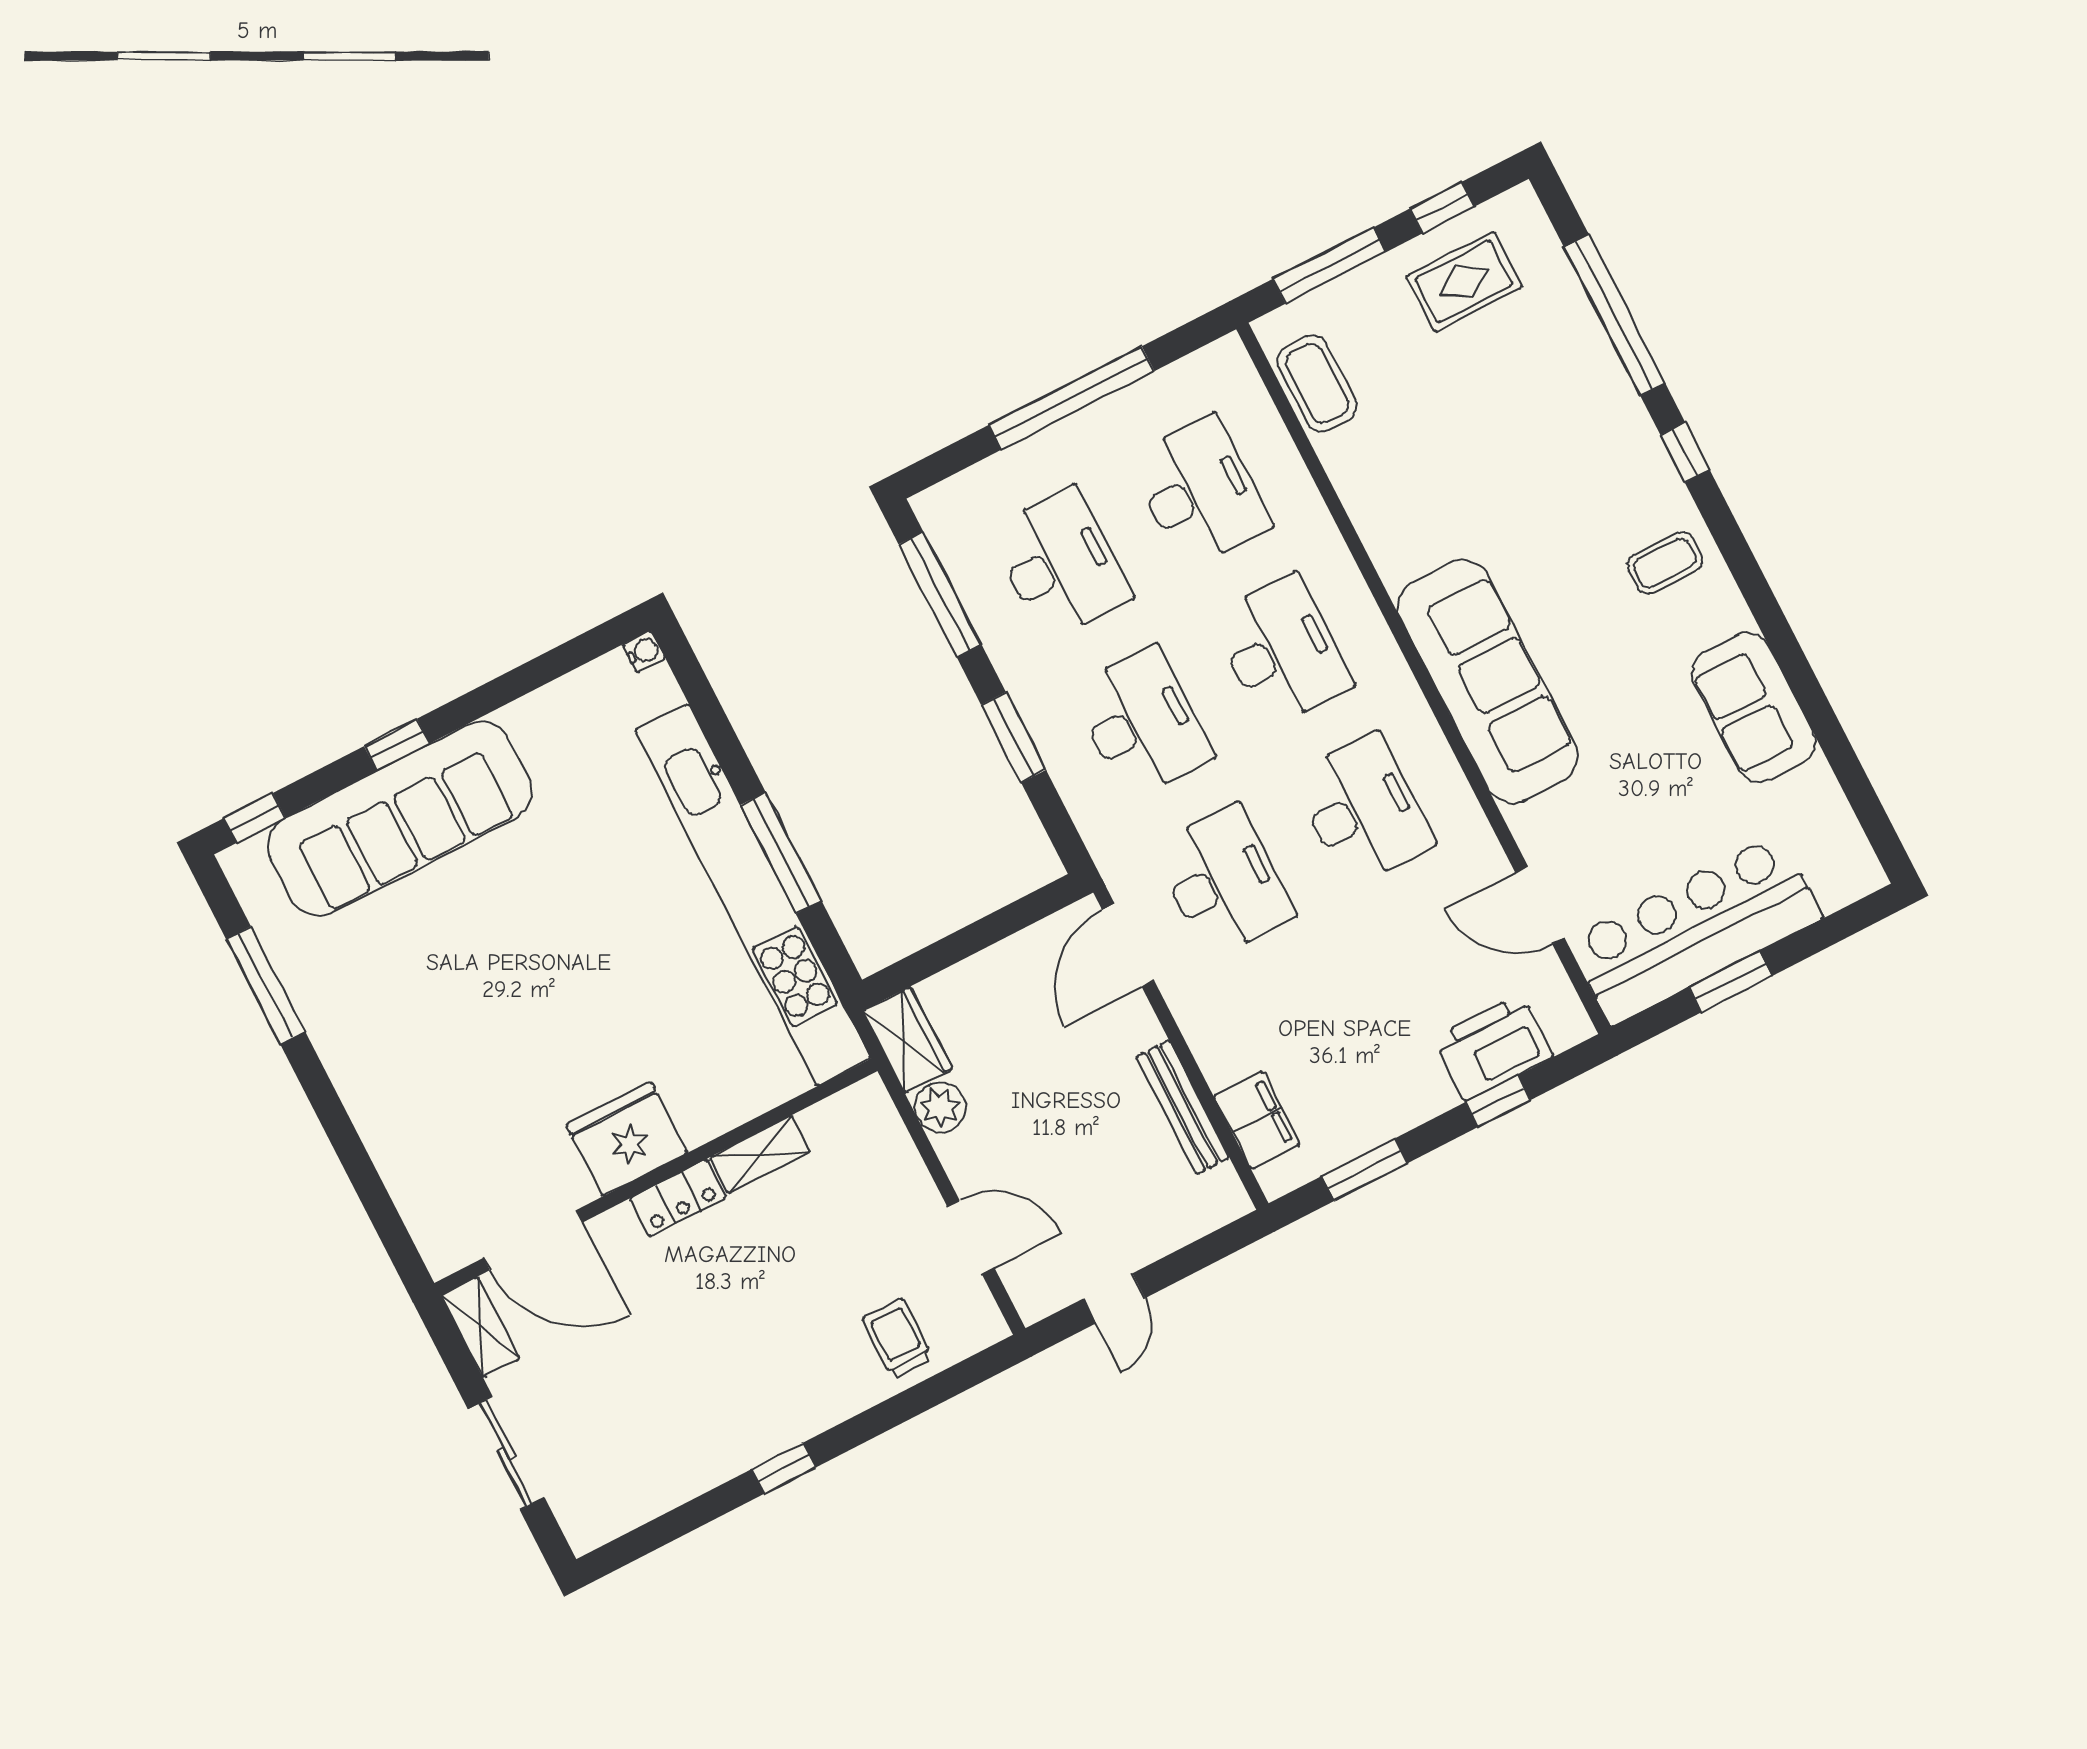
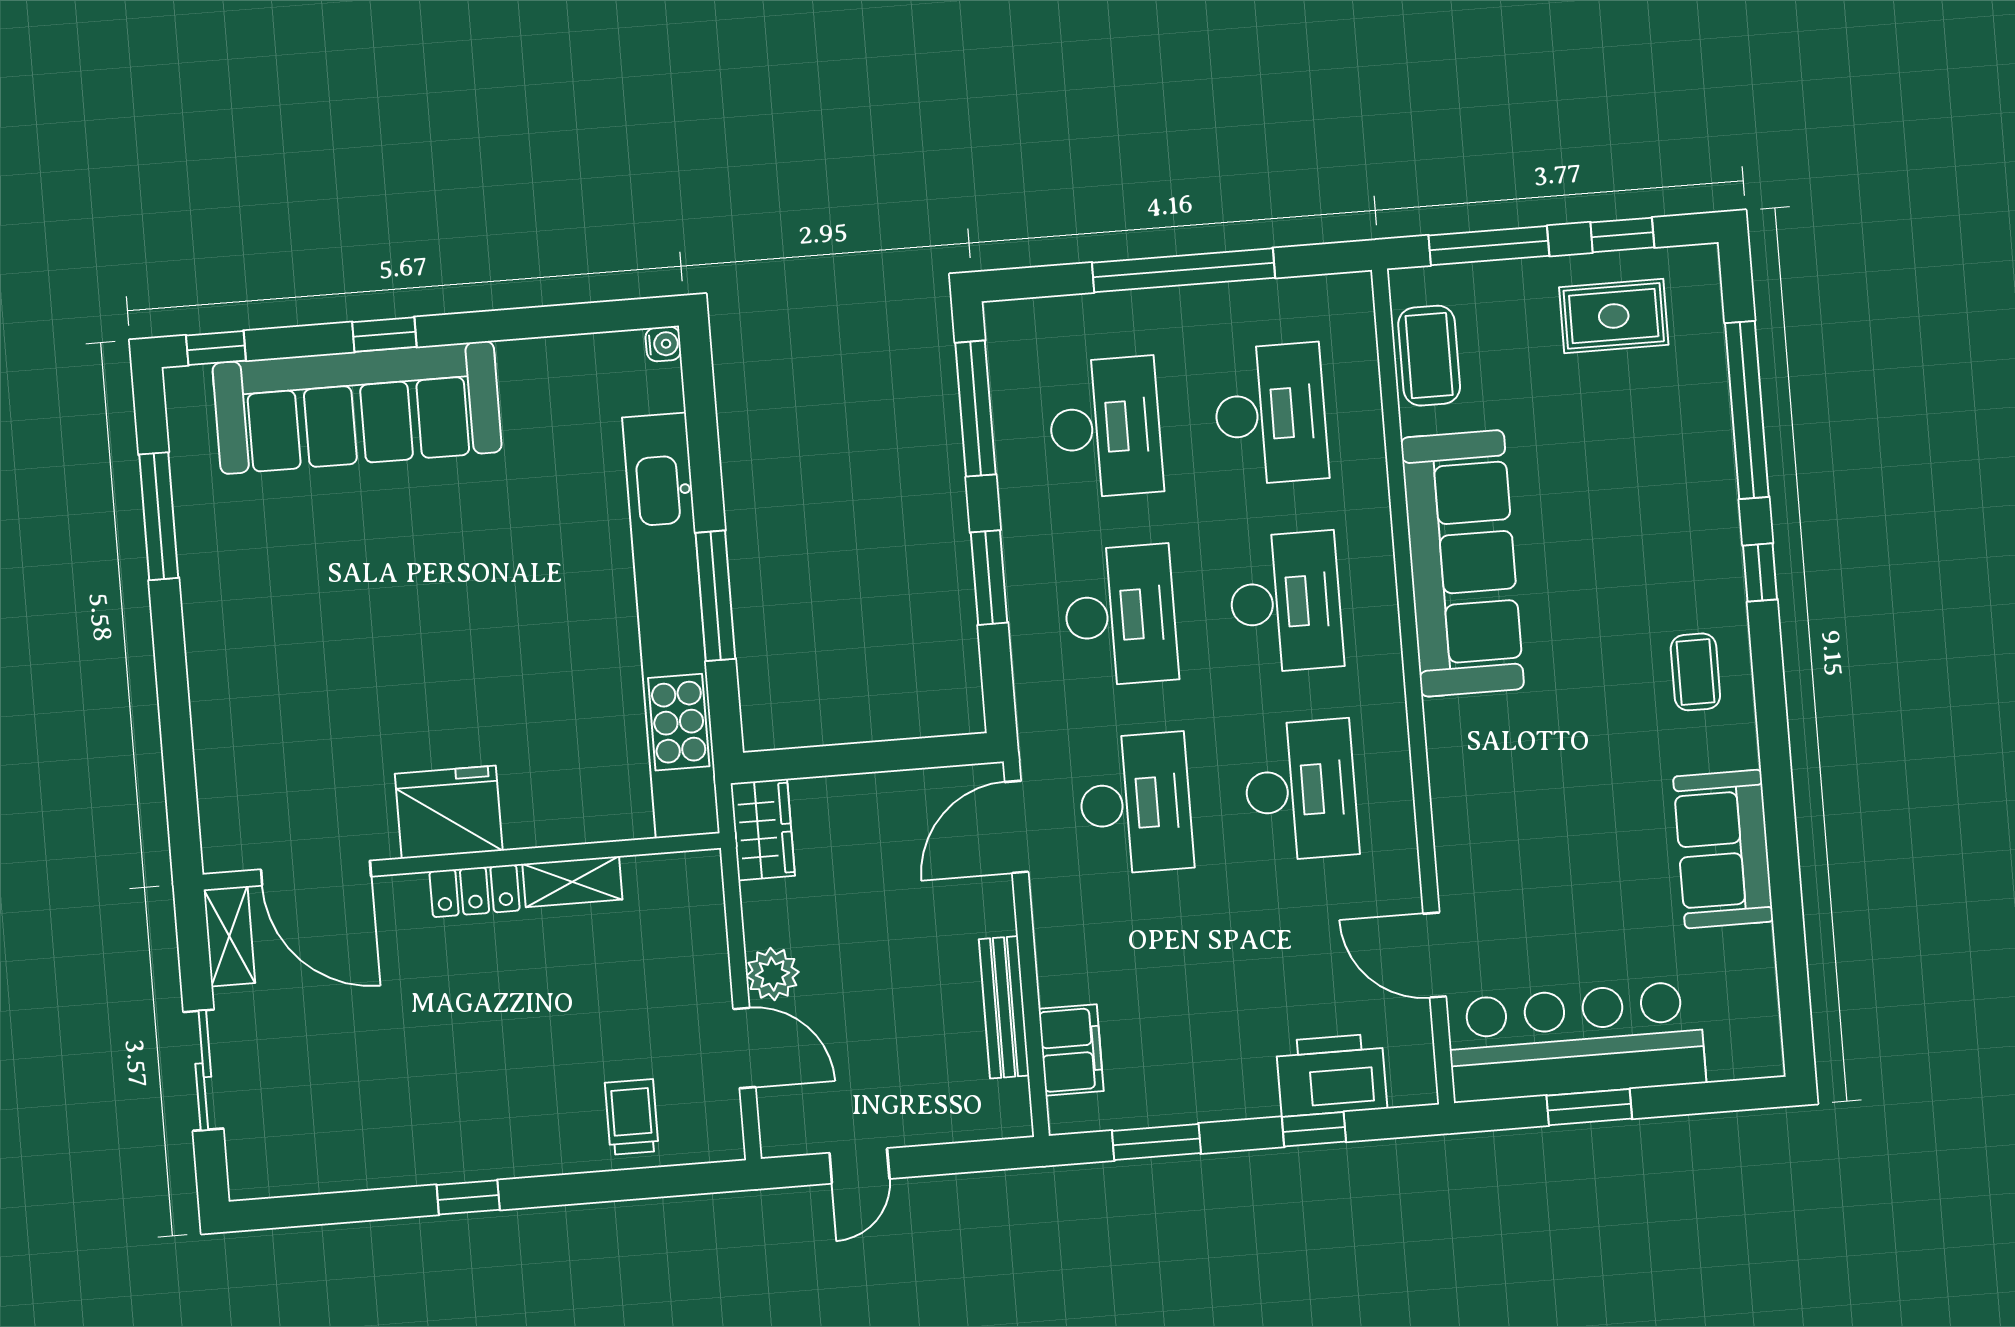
coffee table: (1665, 563) -> (1695, 672), turned 90
sofa: (1488, 681) -> (1462, 563), moved
plant: (940, 1107) -> (772, 974), moved

